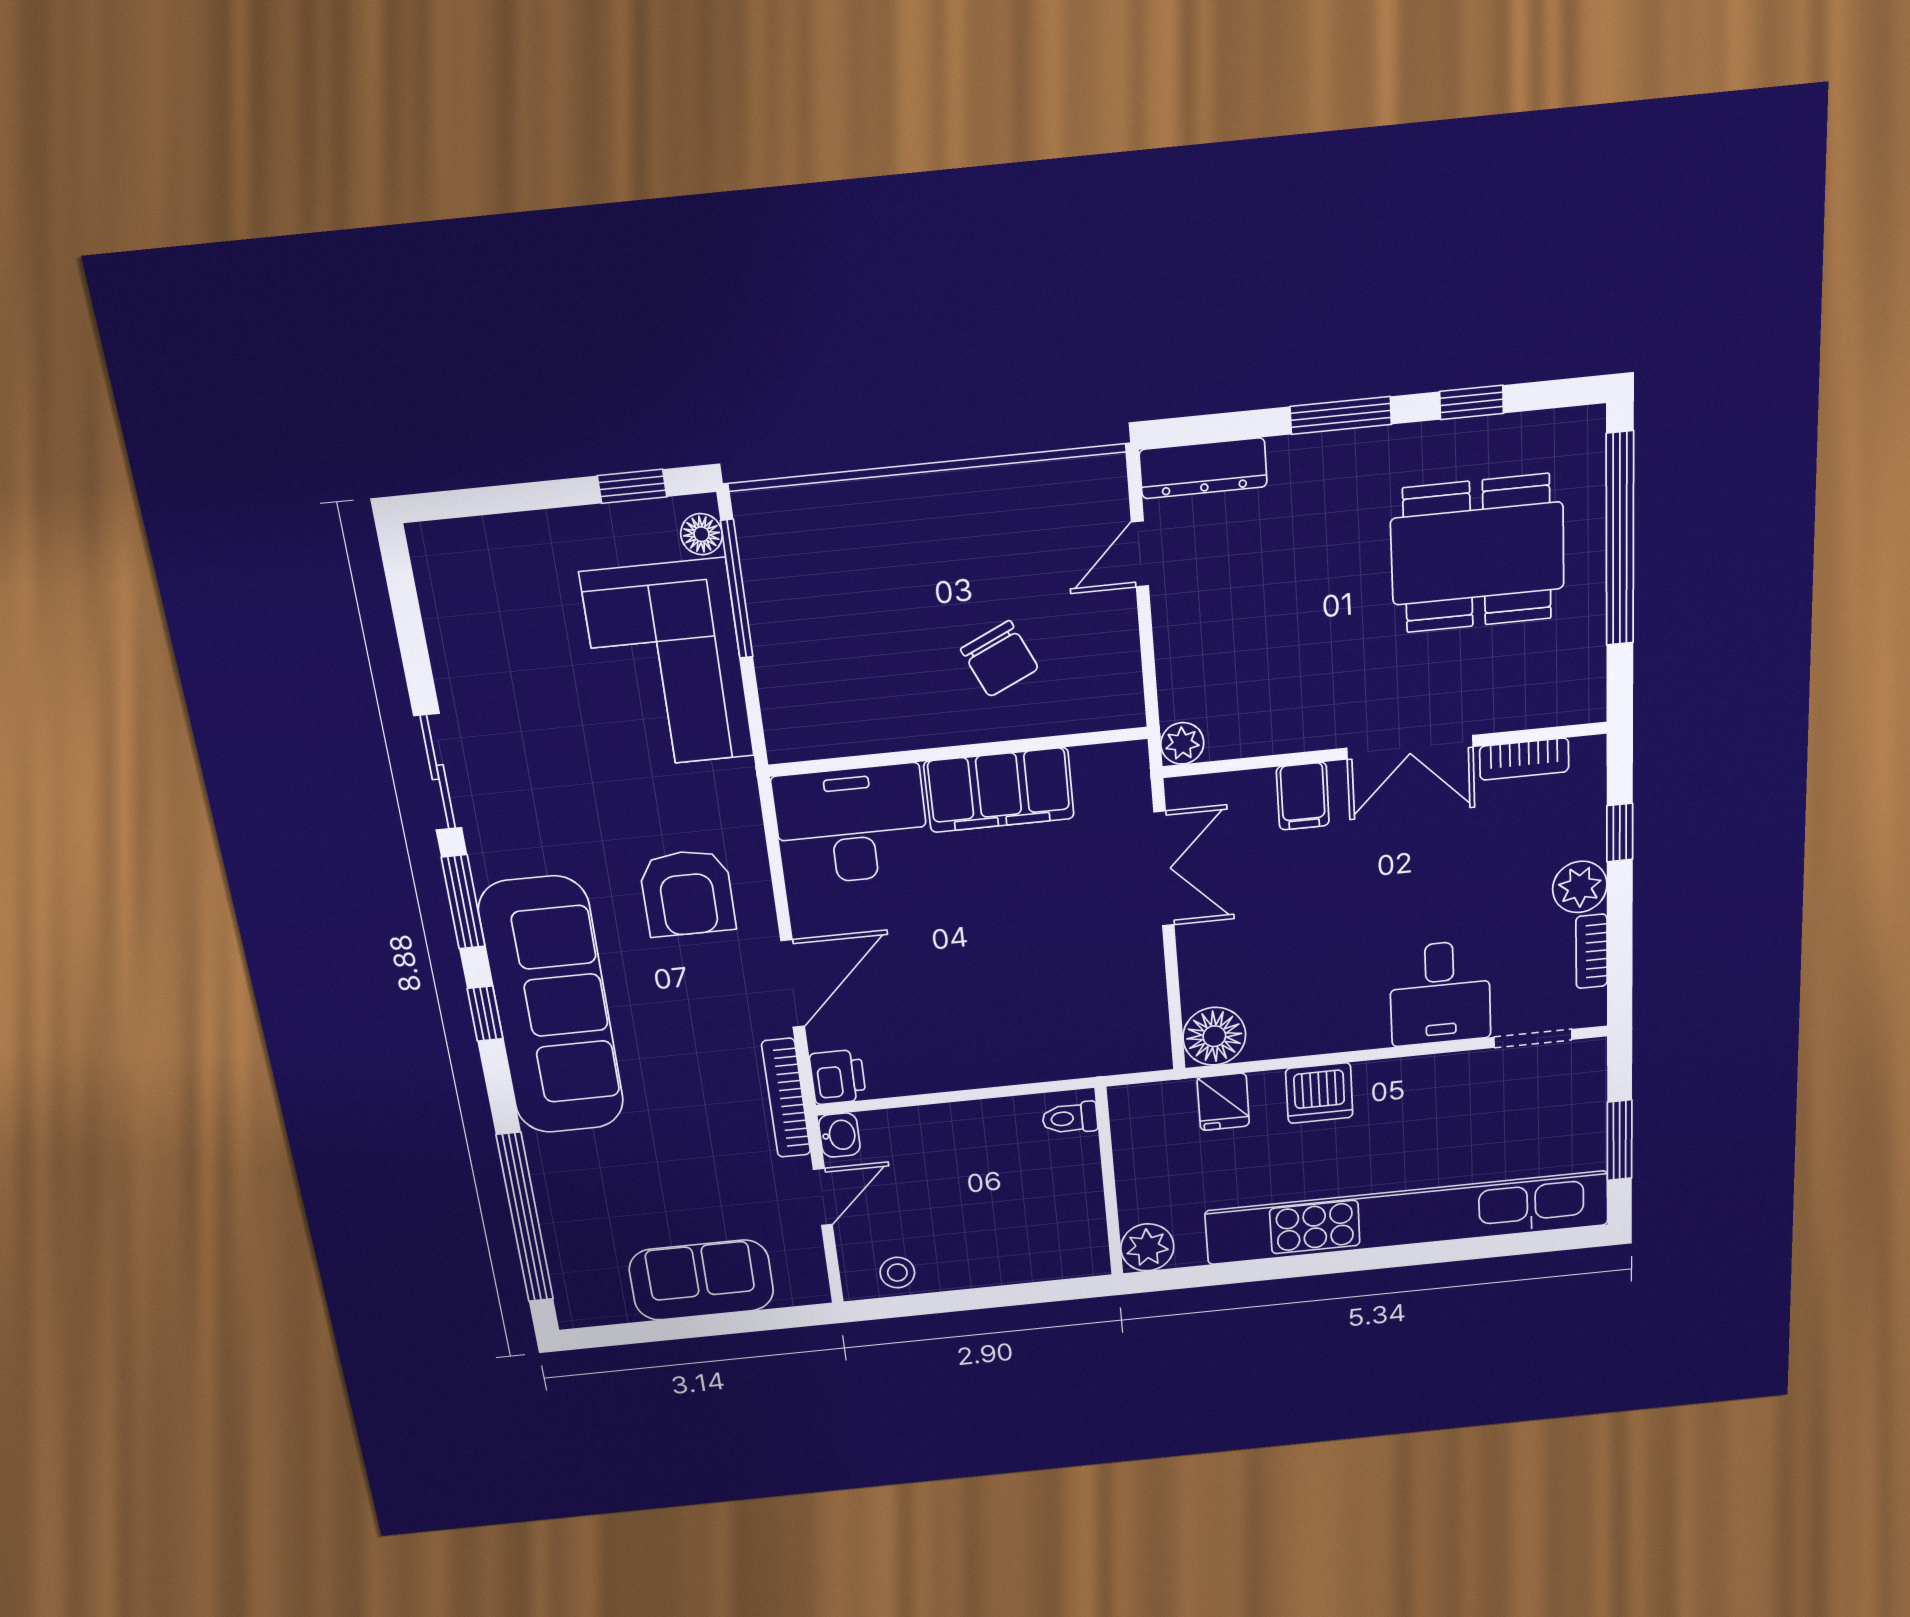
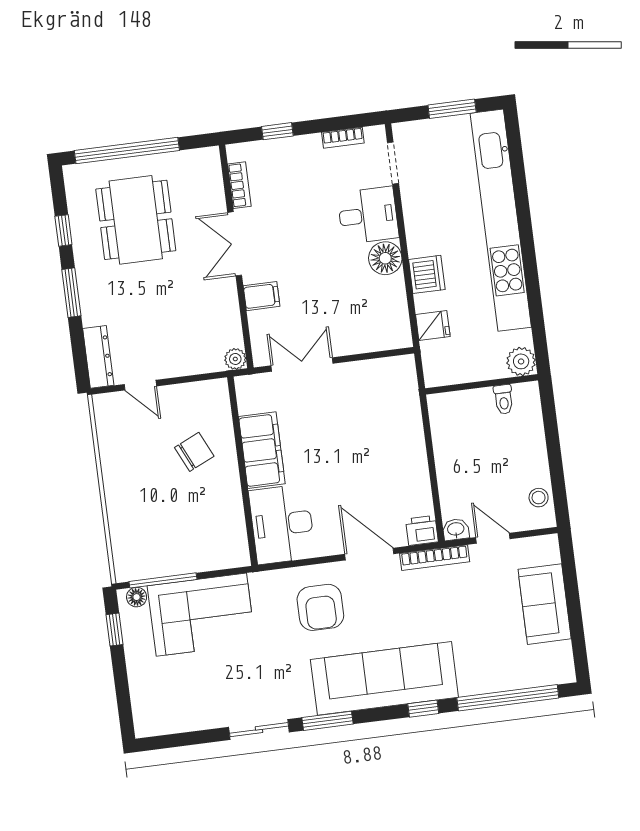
double door: (1410, 747) -> (235, 244), swing flipped
plant: (1580, 887) -> (307, 148), removed
armchair: (687, 893) -> (320, 607), turned 90
window: (485, 1014) -> (423, 709), moved
floor lamp: (1214, 1036) -> (385, 258), moved
toilet: (1070, 1118) -> (504, 399), moved

